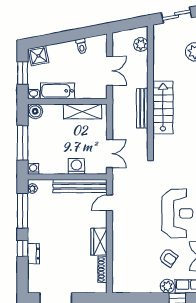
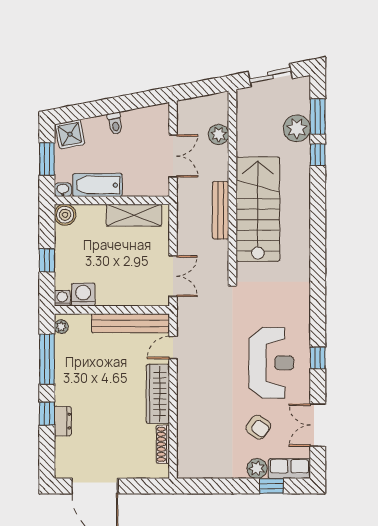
plant: (141, 45) -> (219, 135), moved
toilet: (81, 46) -> (115, 123), moved
stairs: (163, 107) -> (258, 209), width x1.36, depth x1.51
window: (23, 143) -> (47, 260), width x0.46
washing machine: (76, 166) -> (83, 295), moved
wardrobe: (99, 242) -> (158, 394), width x1.50

